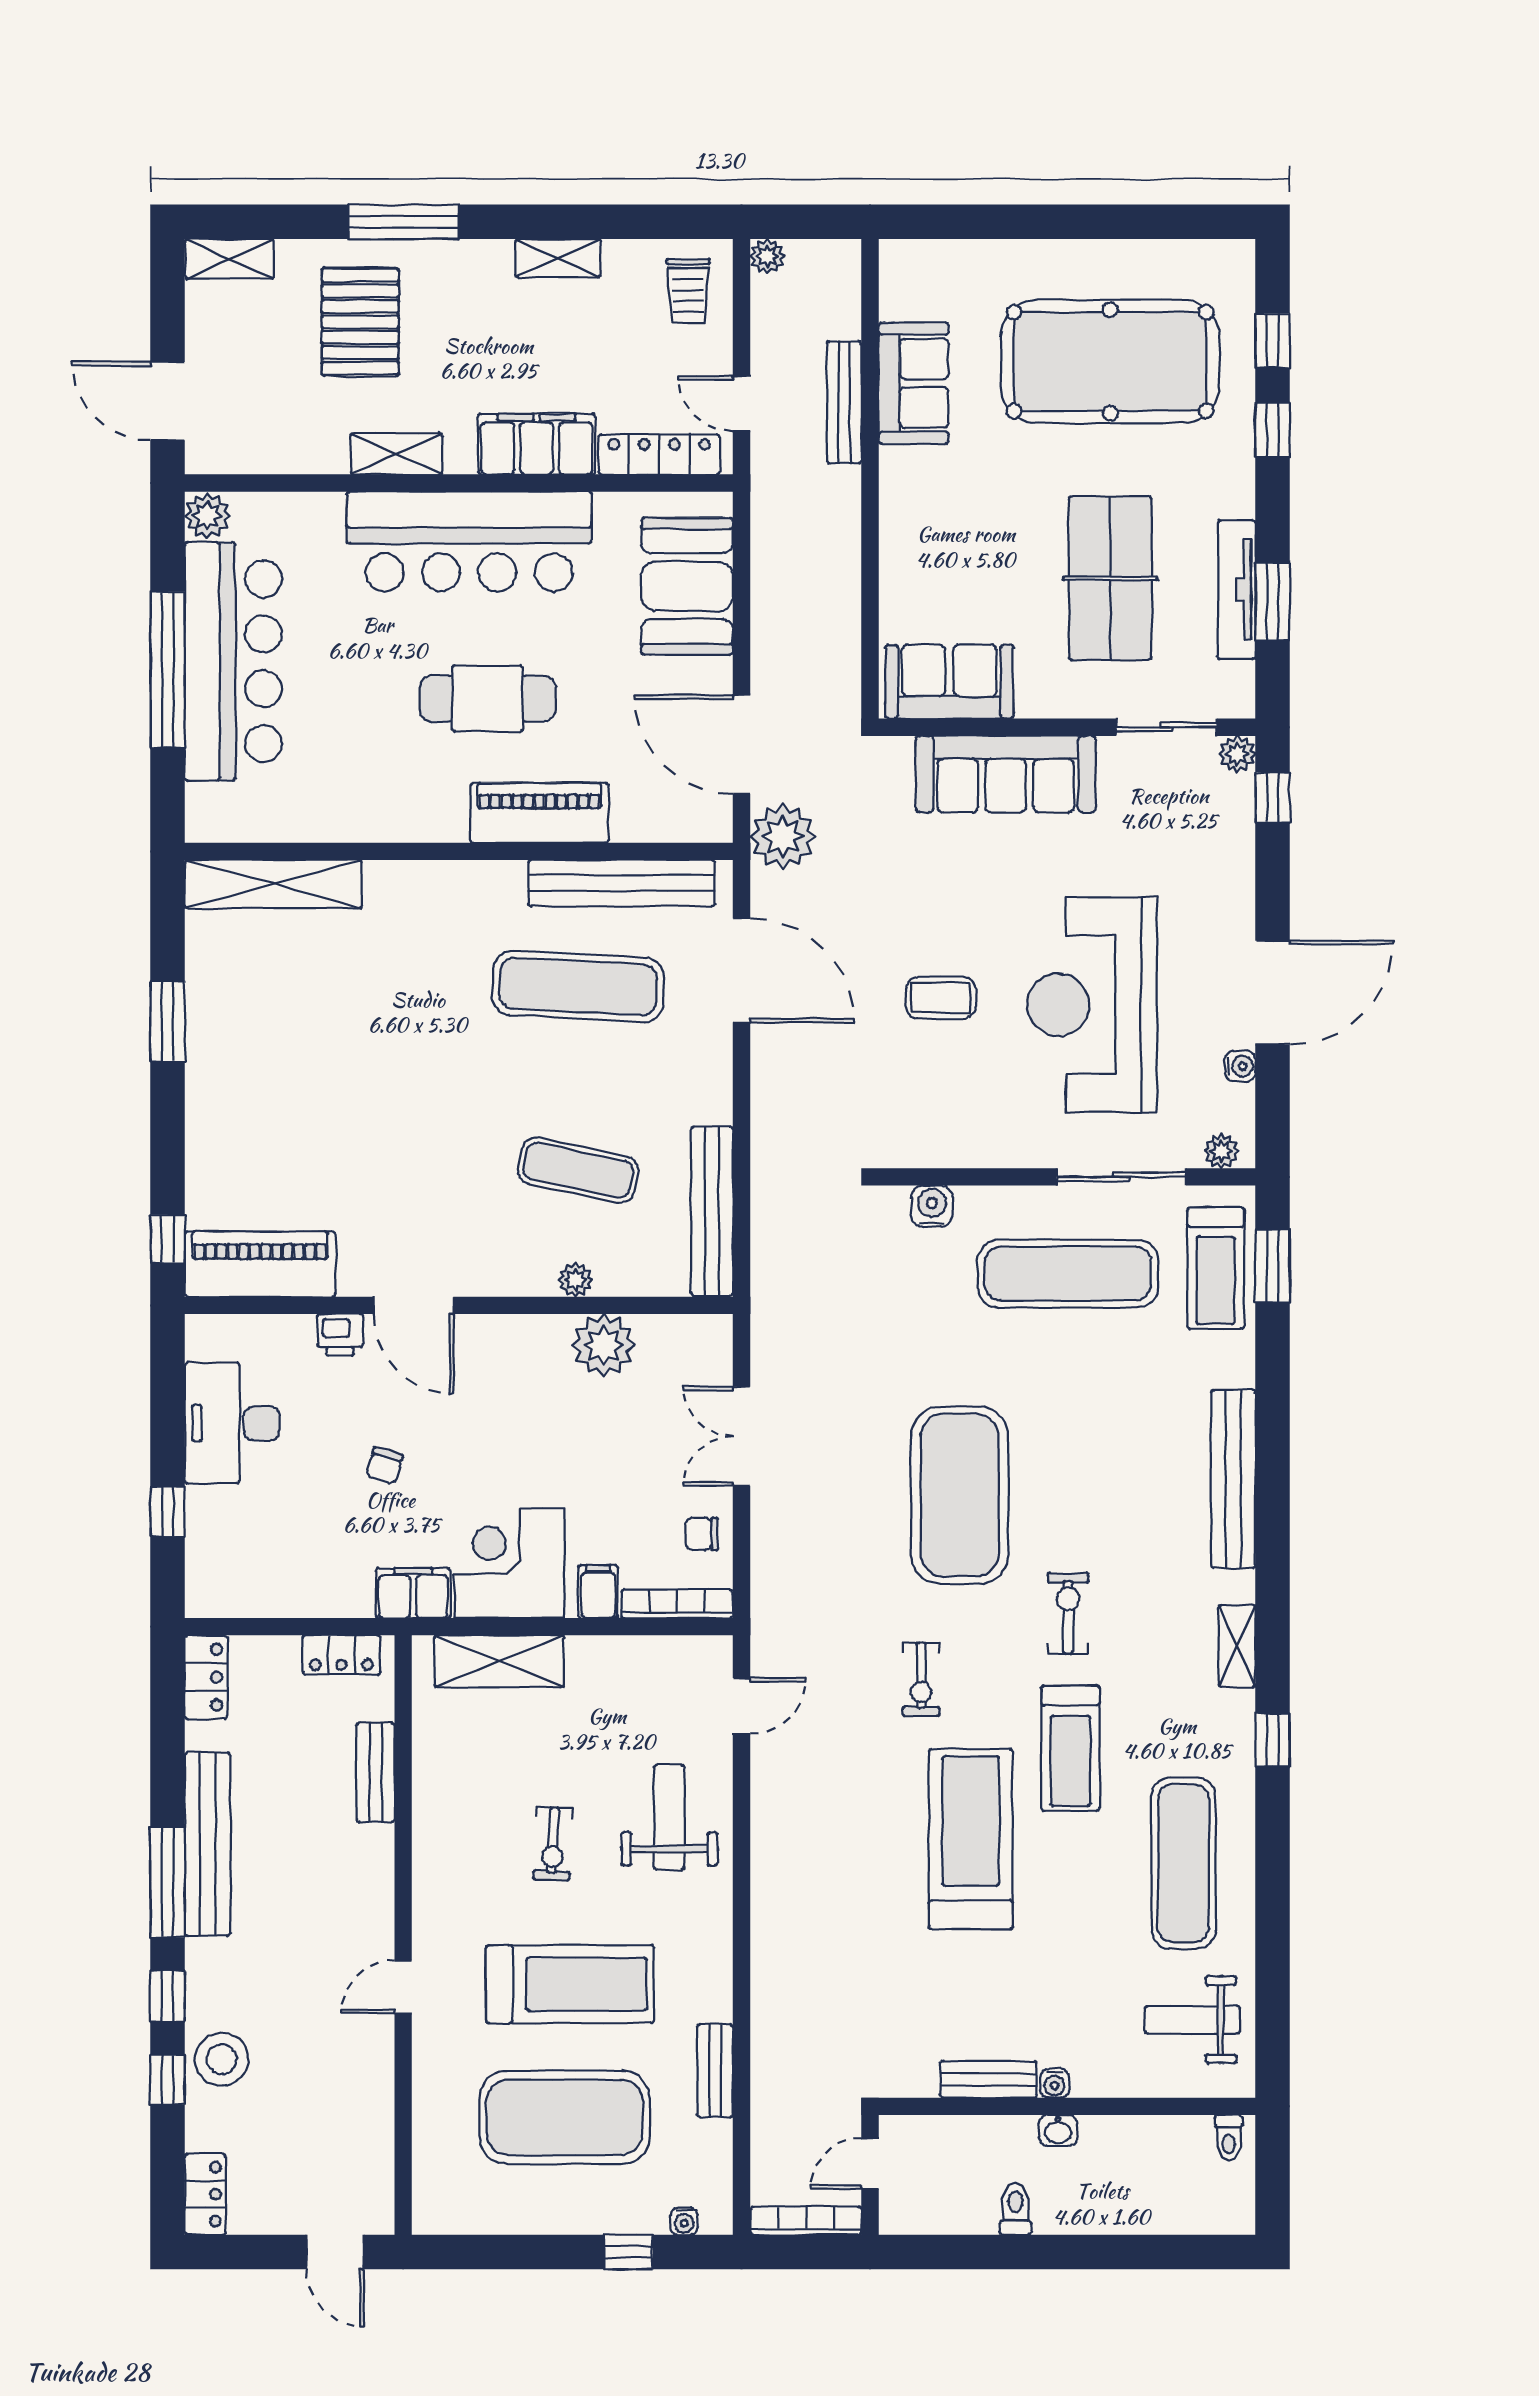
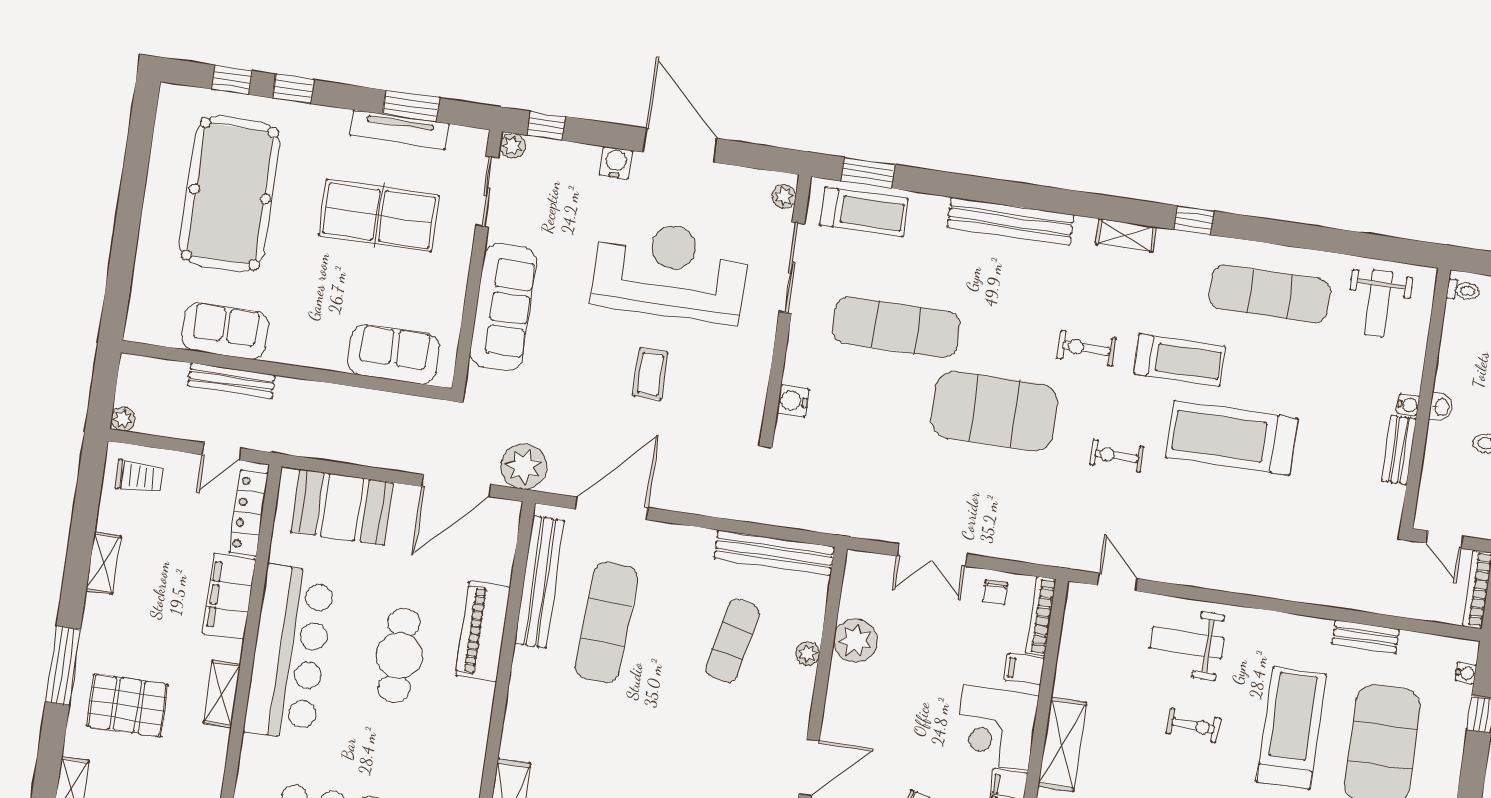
sofa: (949, 682) -> (394, 354), moved, turned 90
reception desk: (1092, 1005) -> (670, 271), turned 180
water cooler: (1240, 1066) -> (616, 163), moved, width x1.38, depth x1.38
exercise mat: (1068, 1274) -> (896, 327), moved, turned 90
exercise bike: (921, 1679) -> (1117, 456), turned 180

